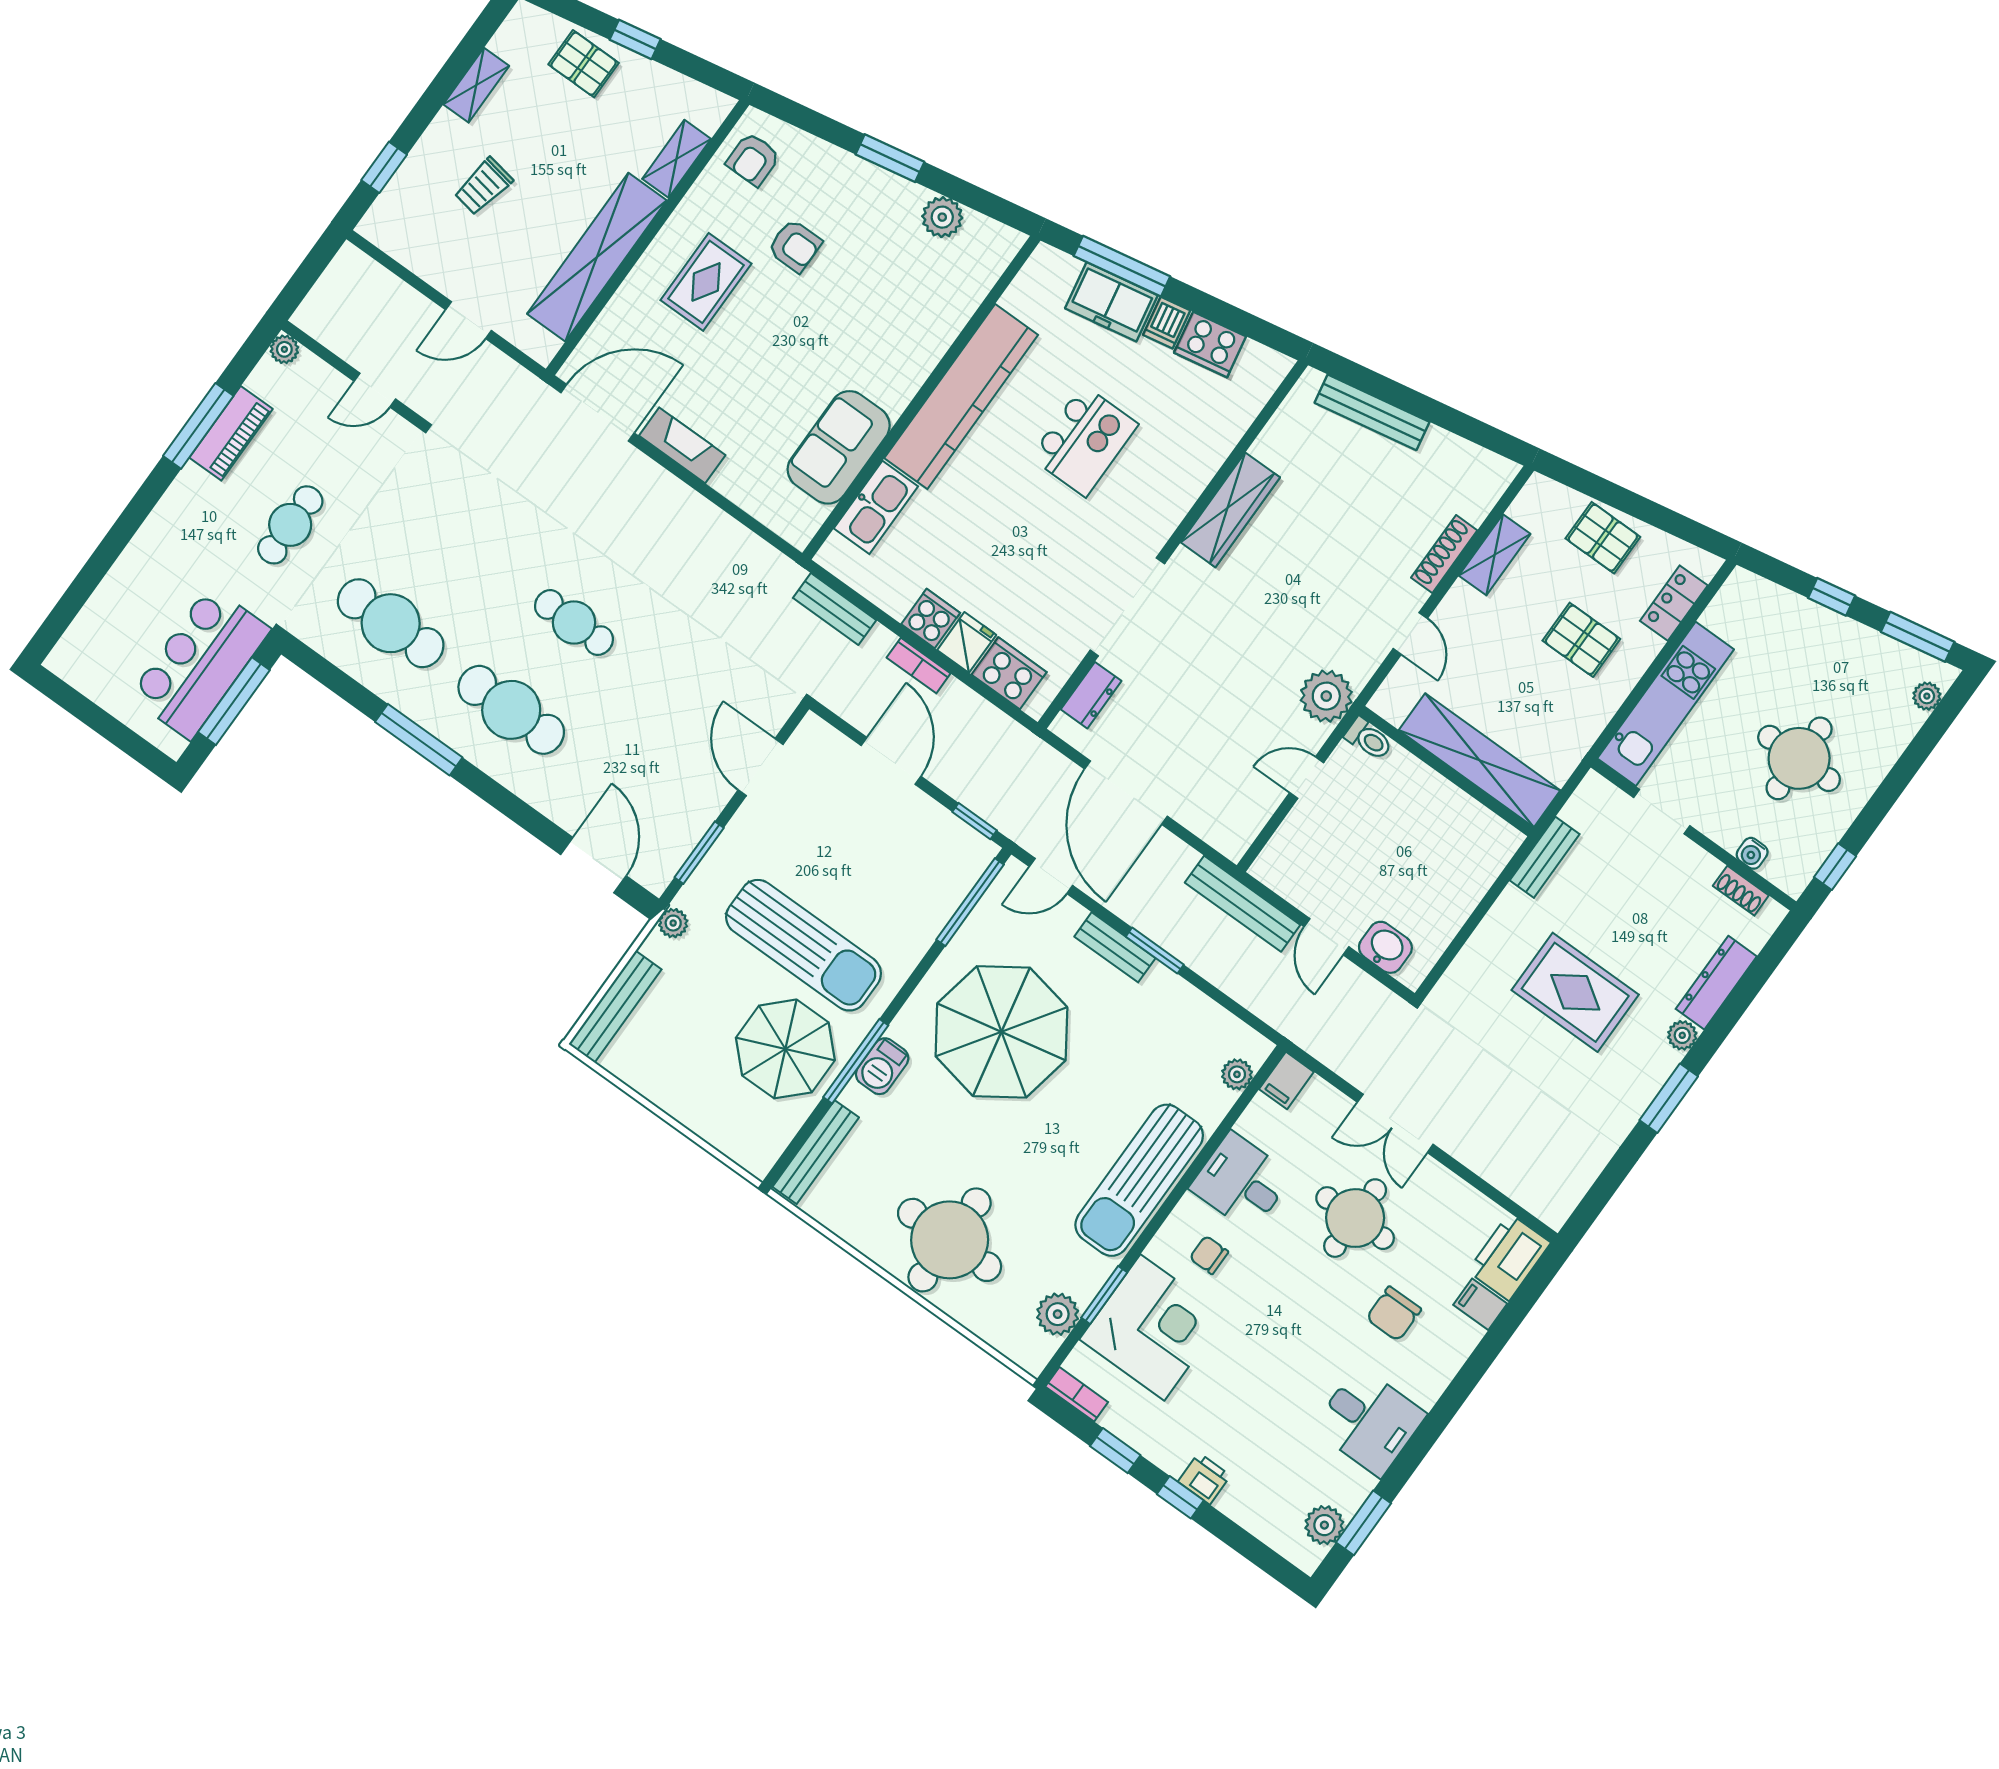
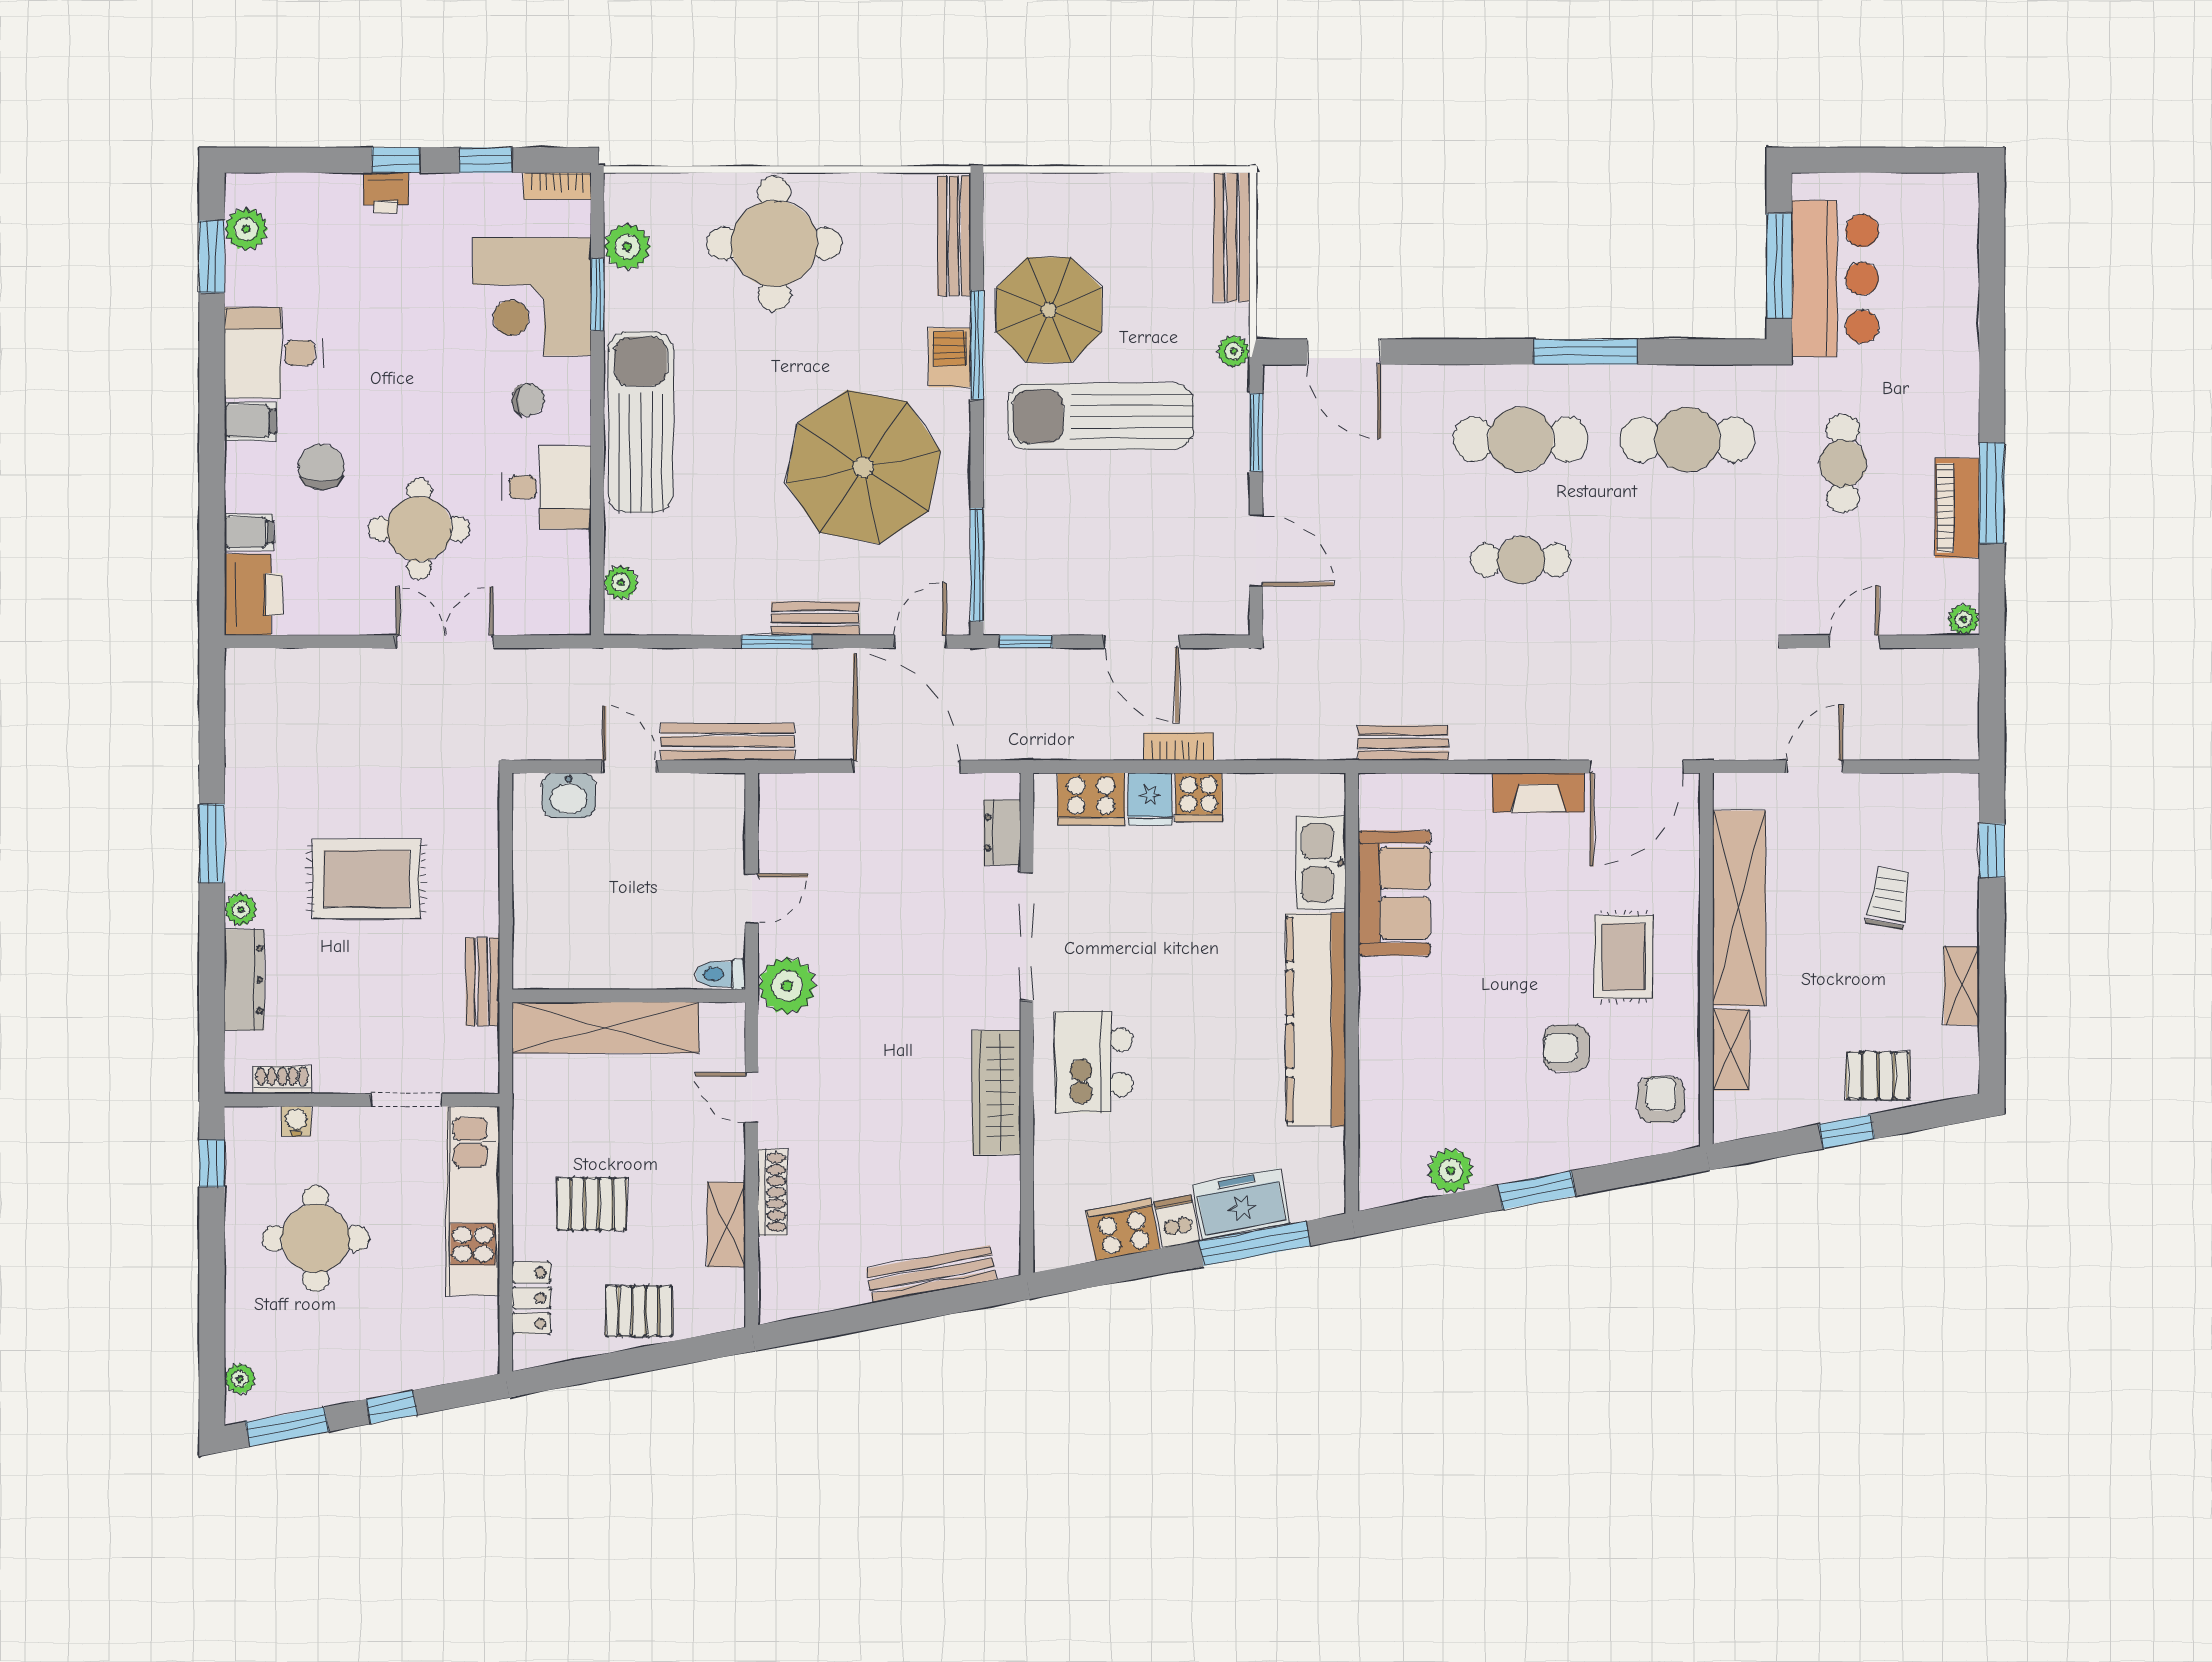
kitchen island: (1084, 441) -> (1094, 1062), moved
bench: (835, 609) -> (1403, 743), moved
filing cabinet: (1286, 1080) -> (250, 421), moved, turned 90

